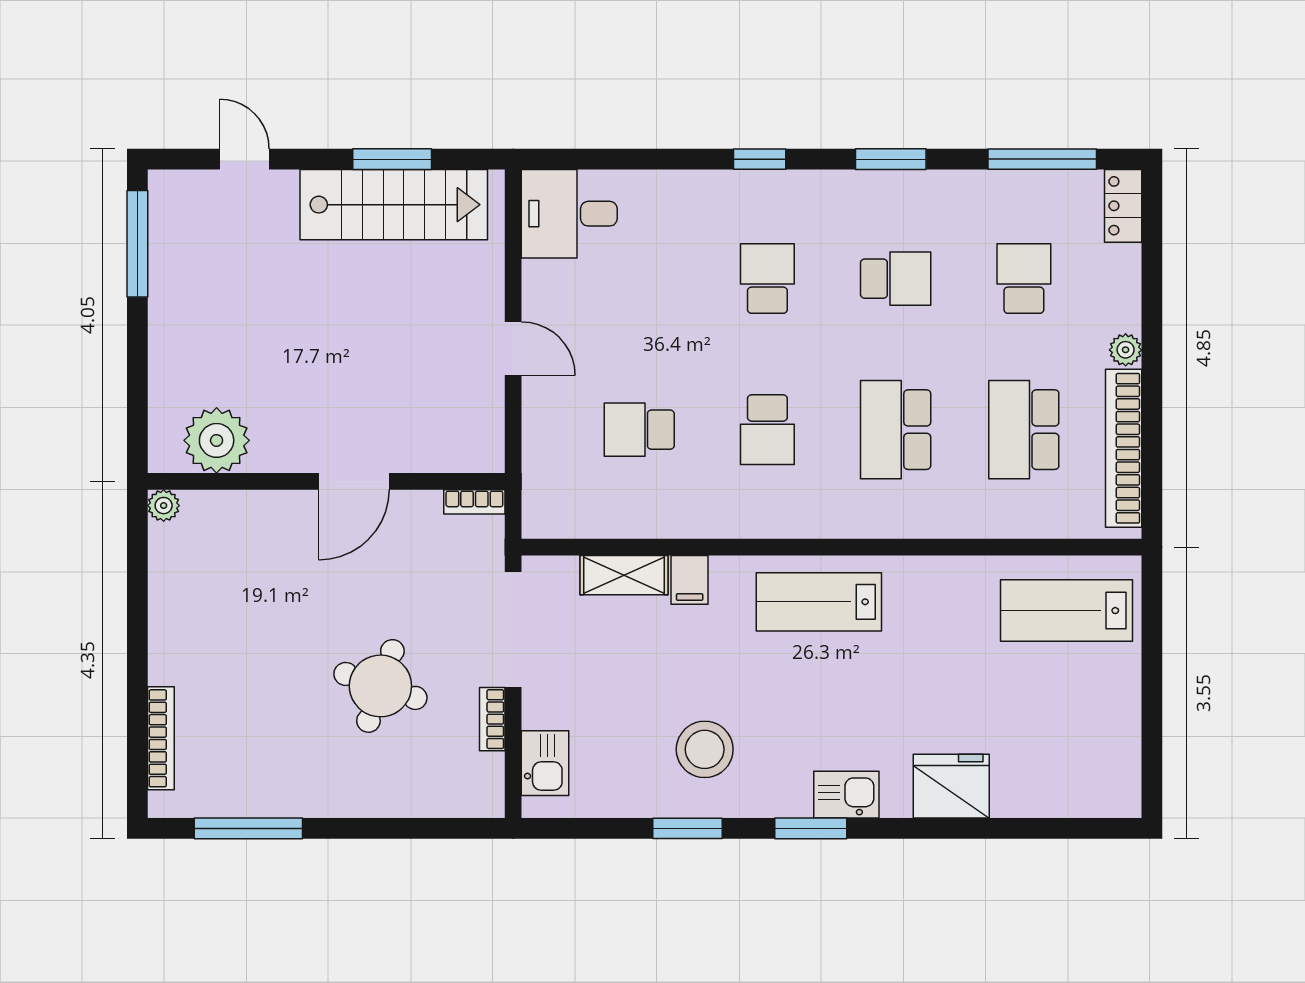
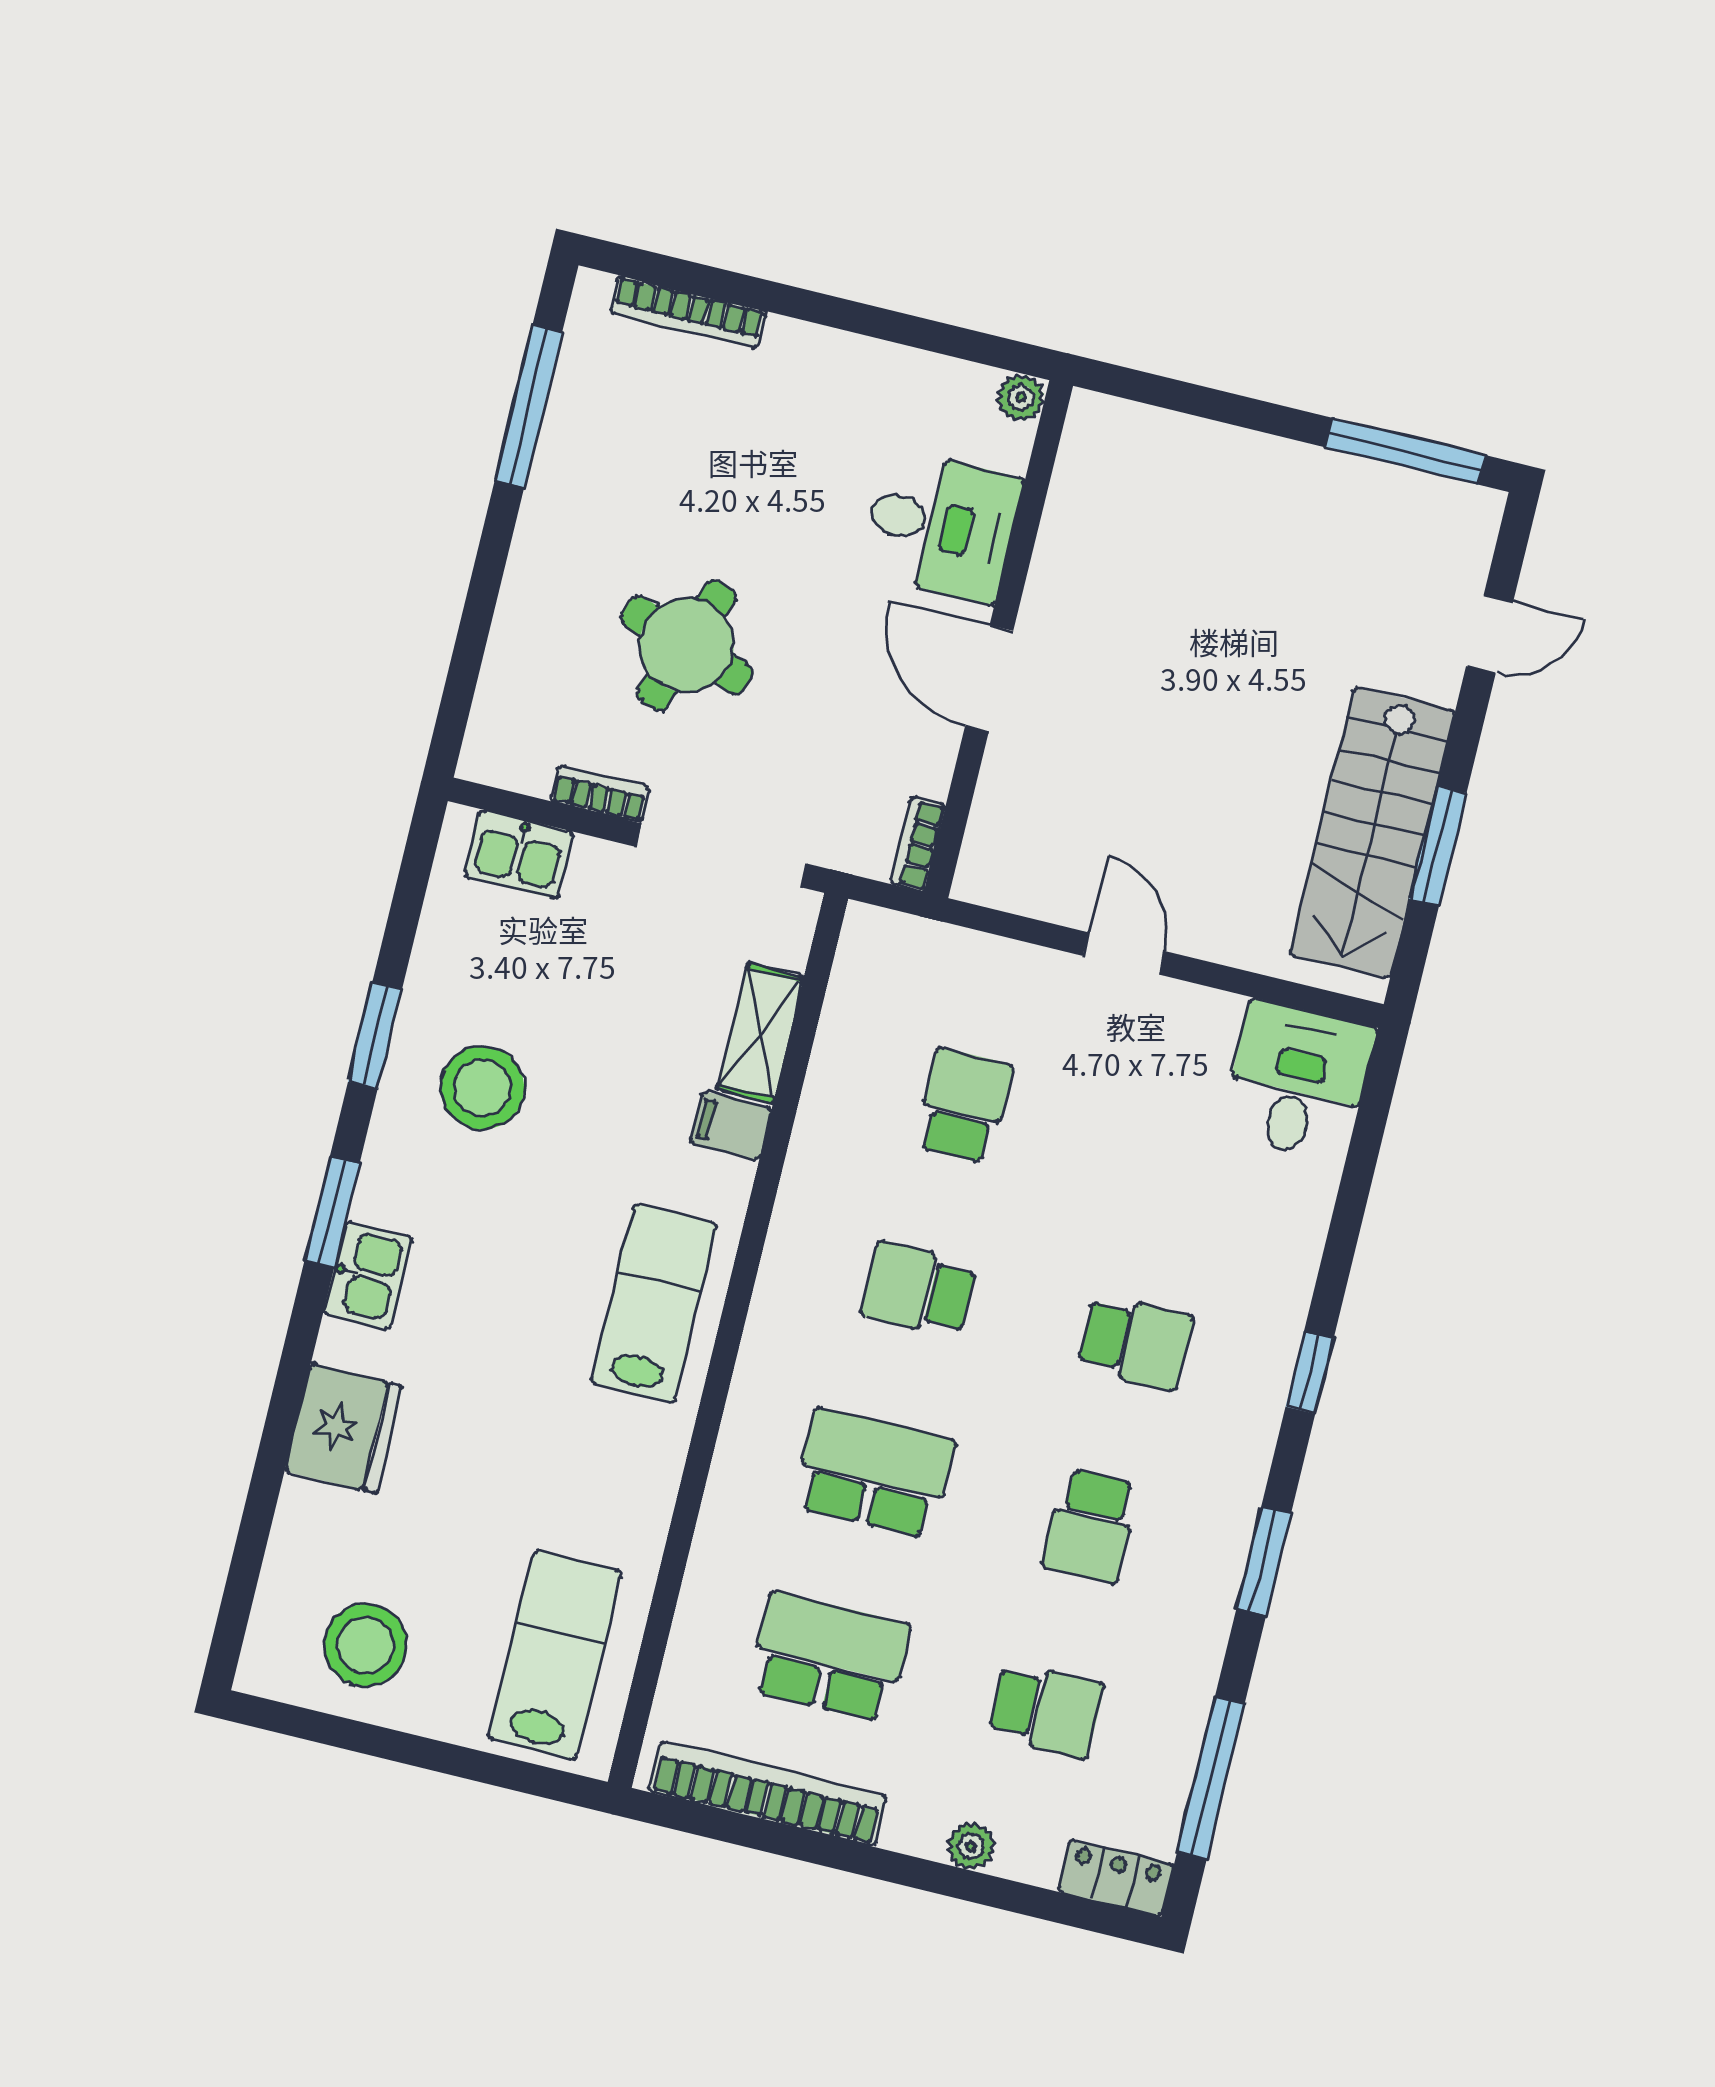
door: (513, 349) -> (1124, 953), swing flipped
plant: (1126, 350) -> (971, 1846), moved
plant: (217, 440) -> (1096, 496), removed
desk: (261, 538) -> (941, 526), added
stool: (1090, 737) -> (366, 1645), added

